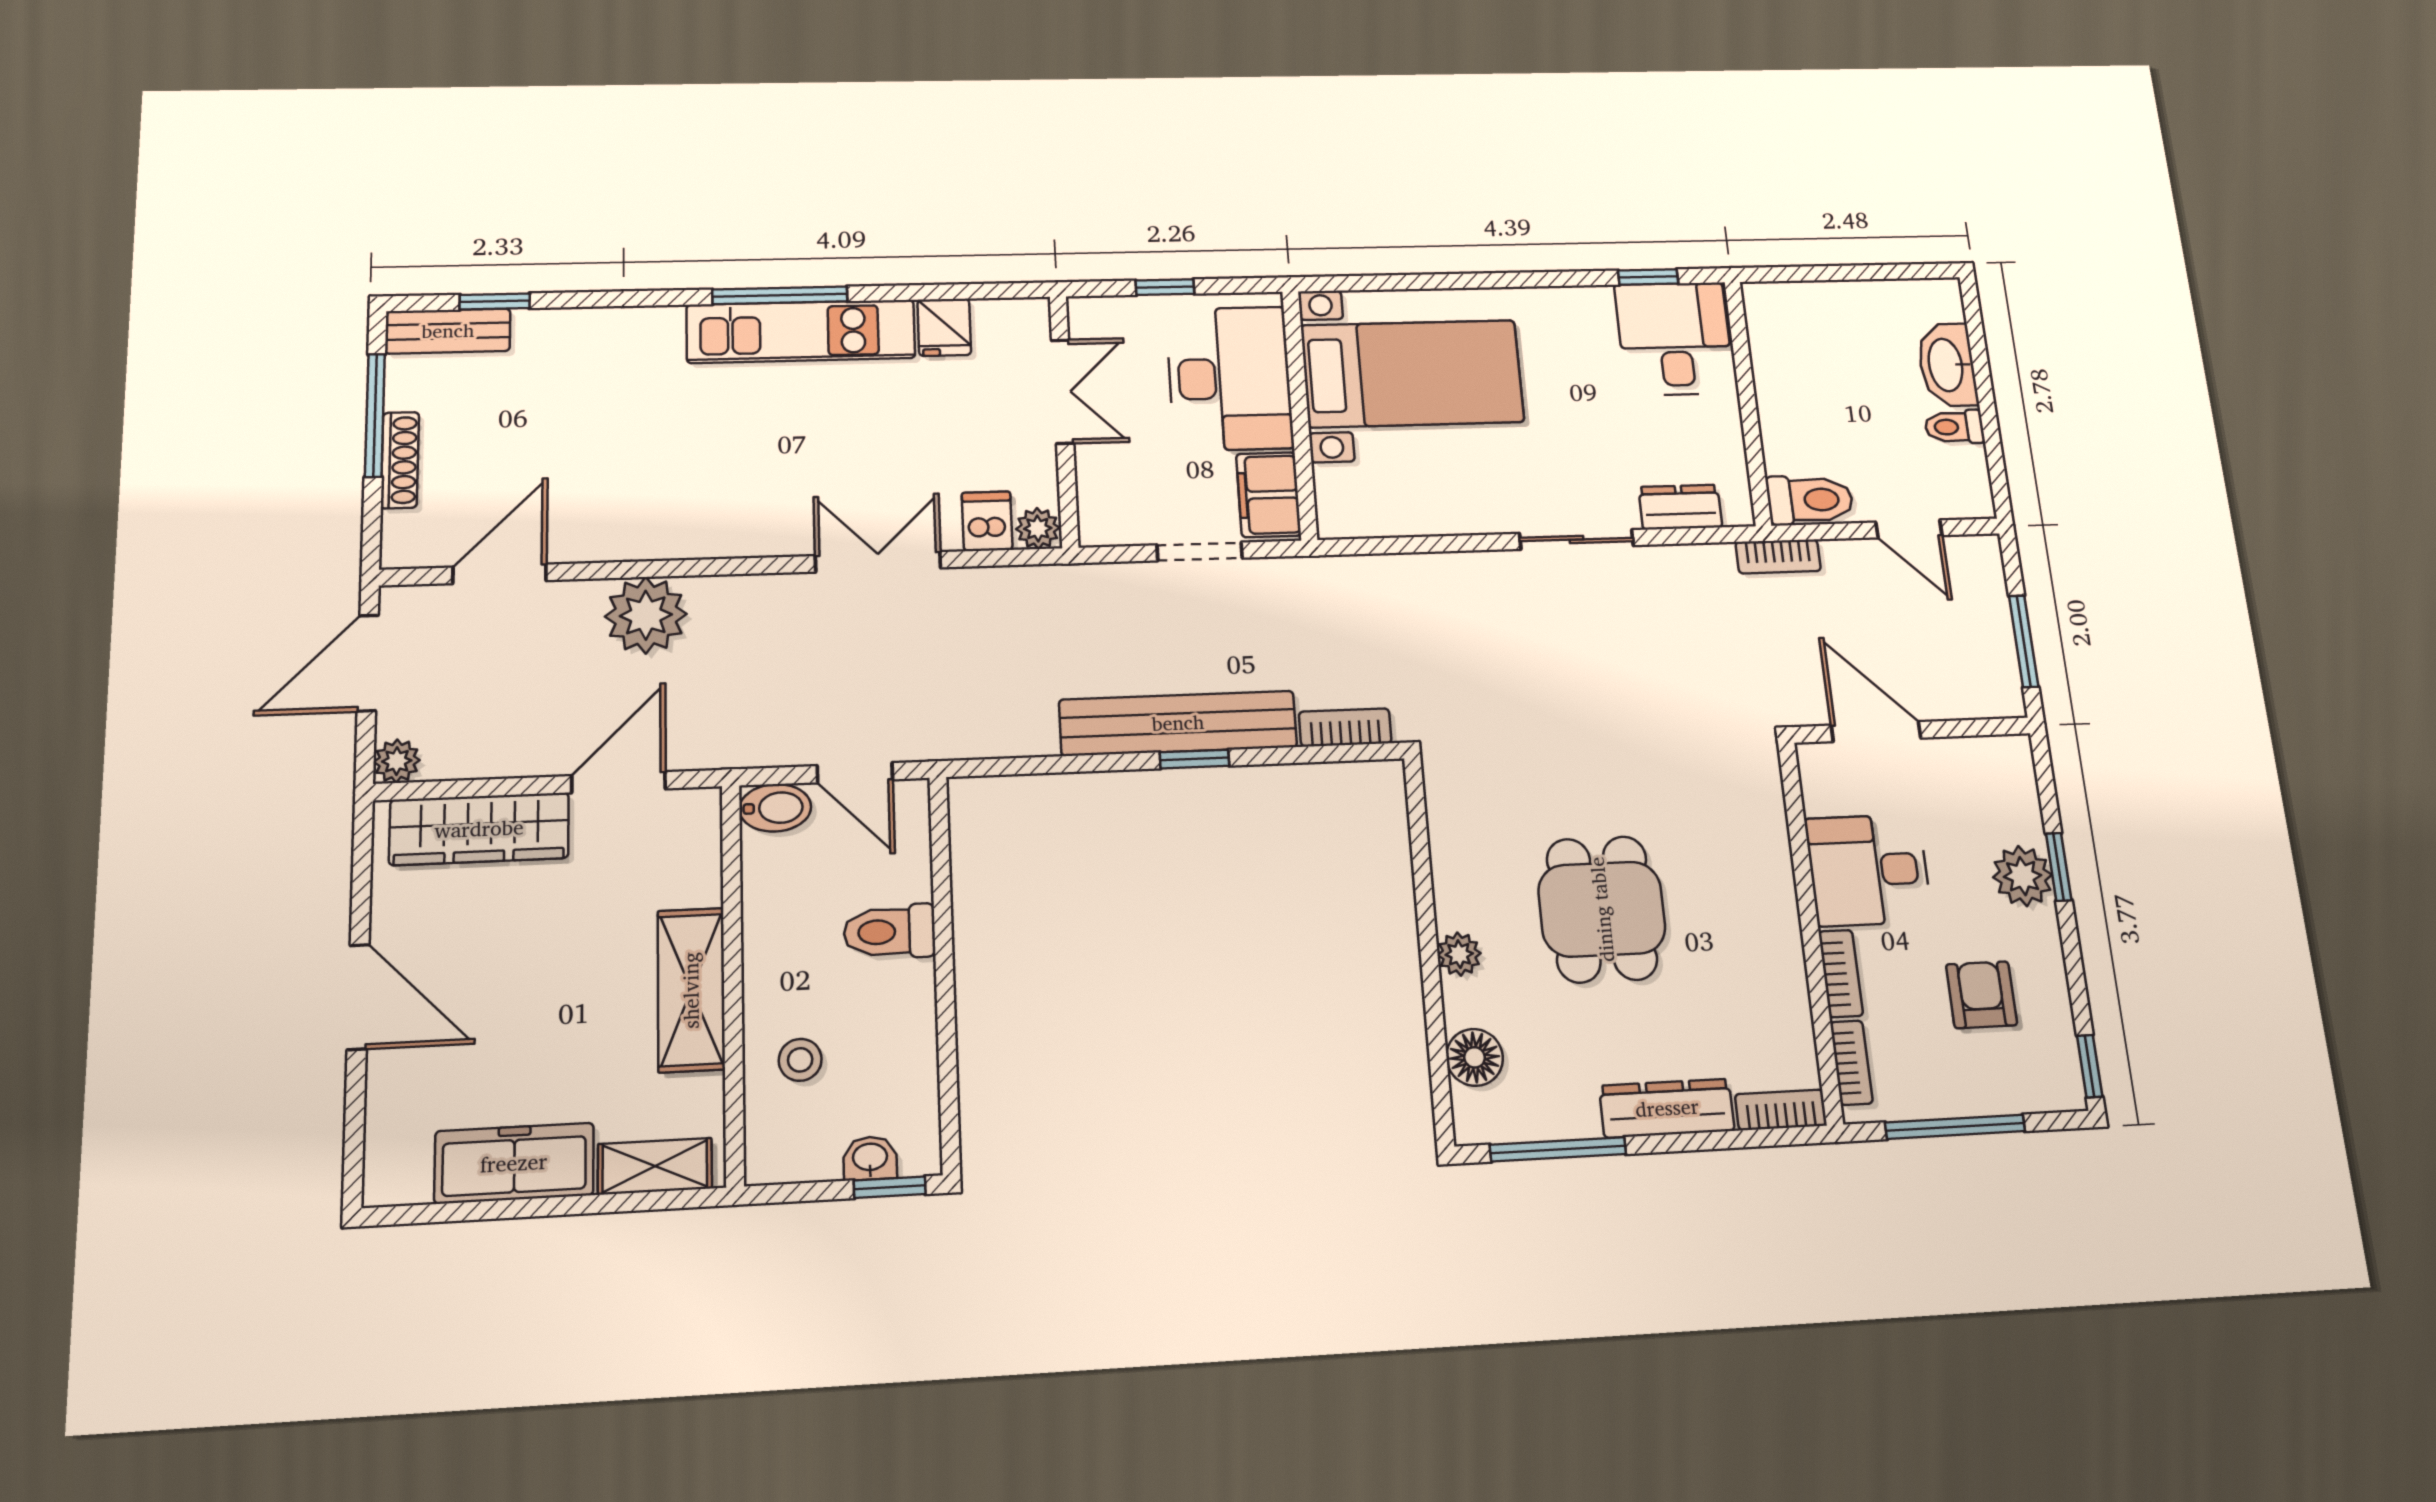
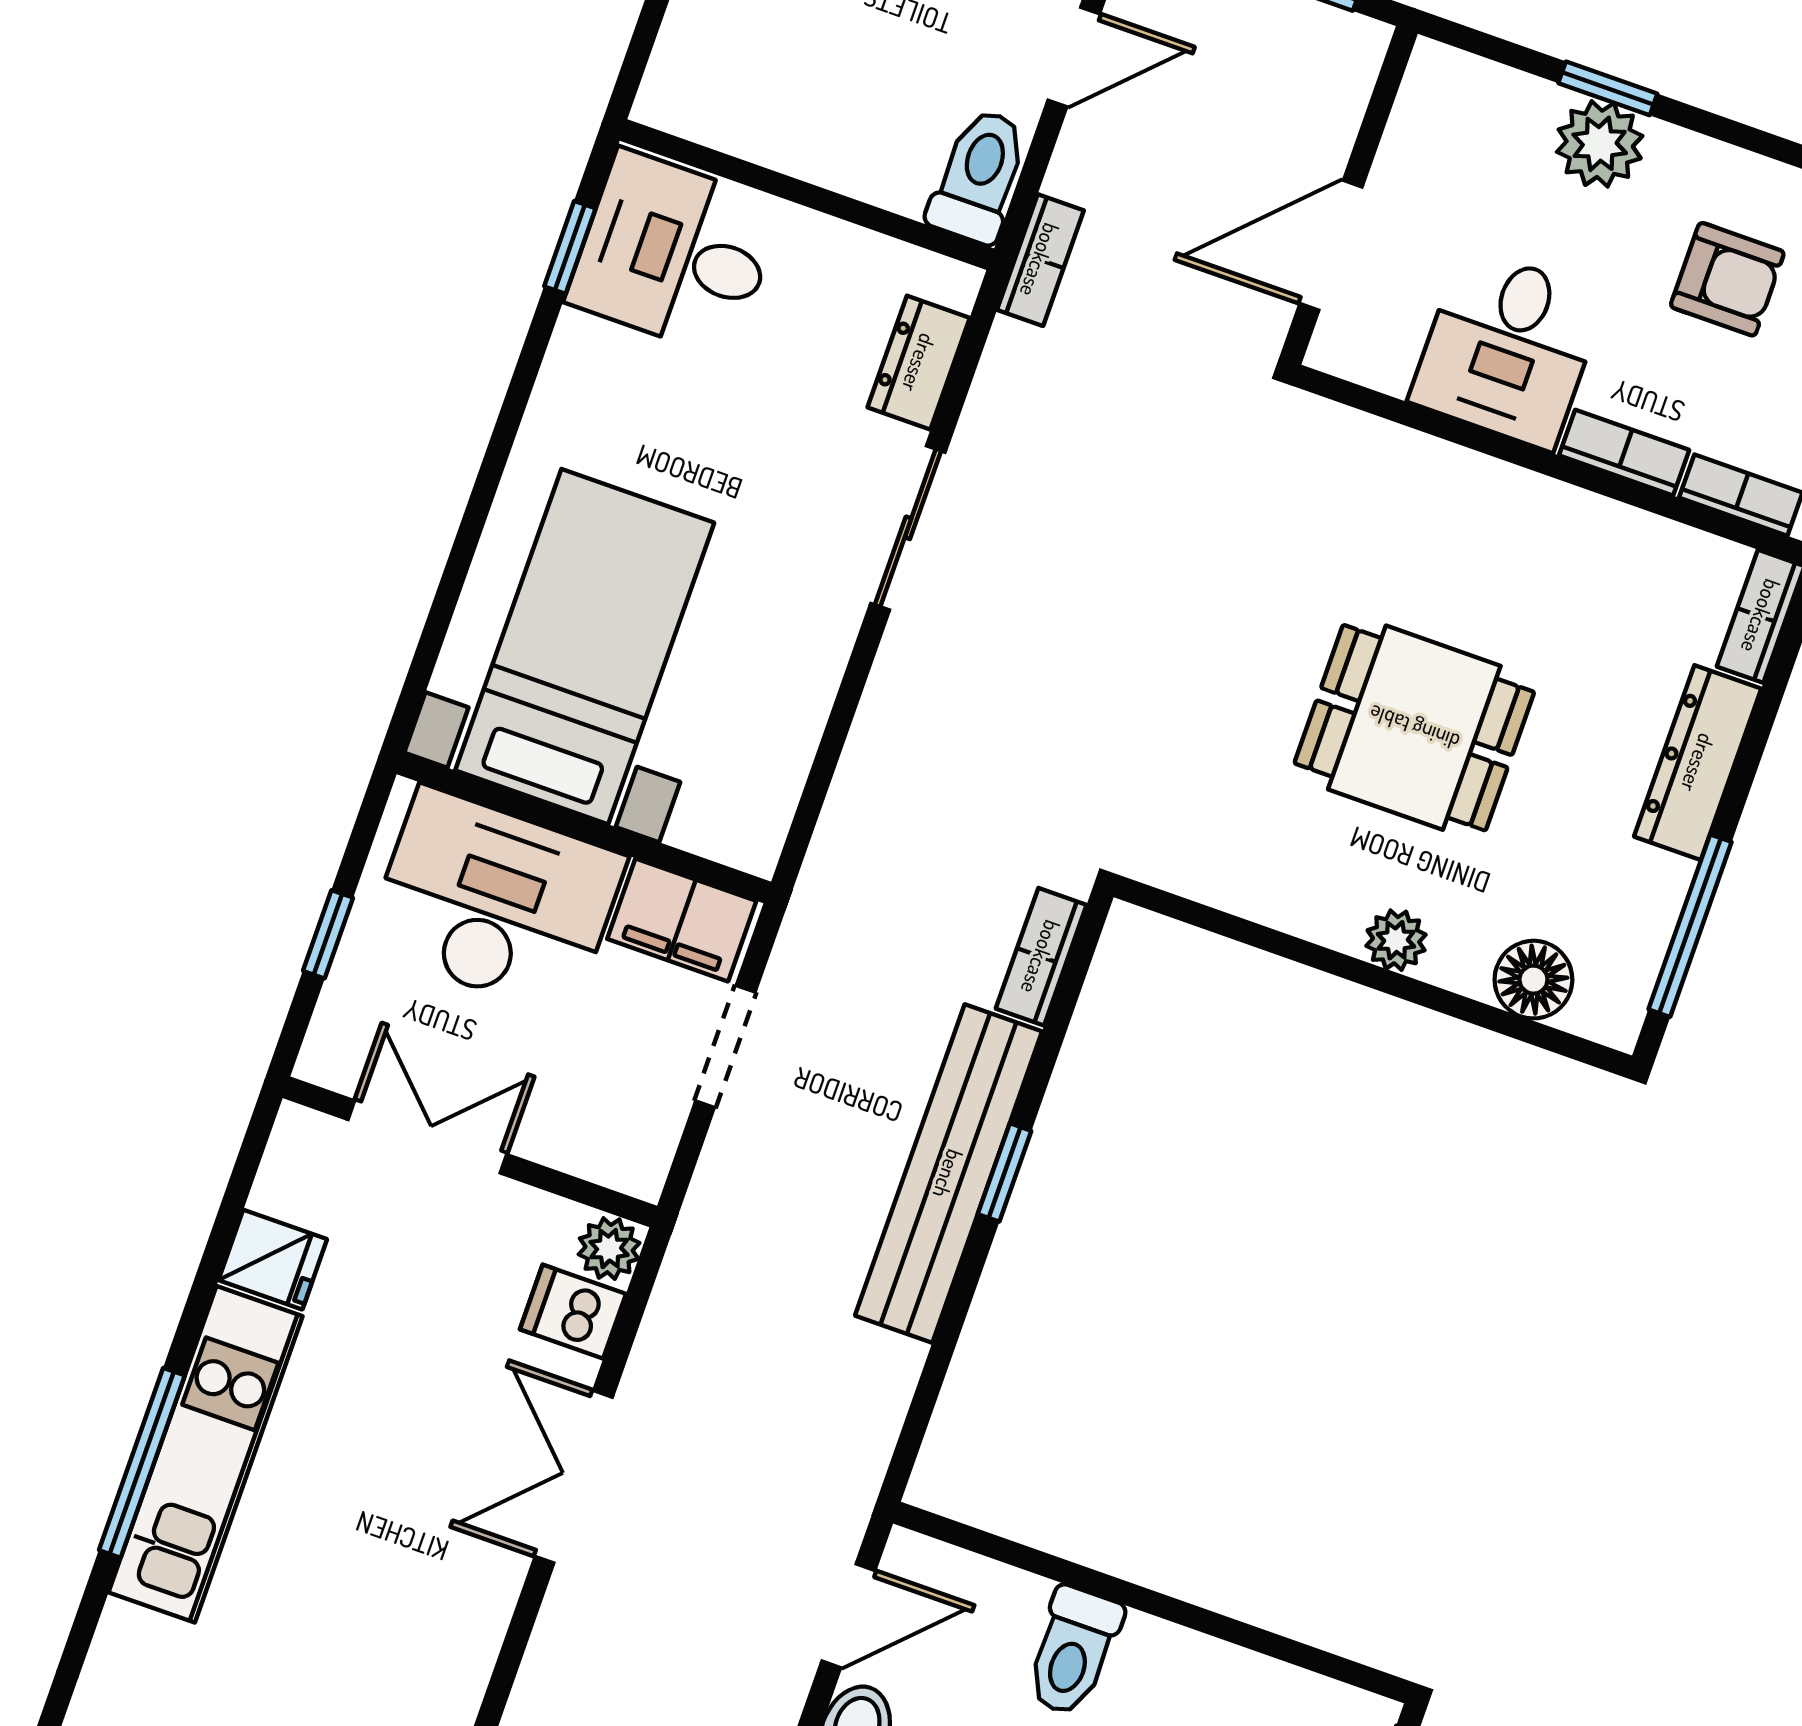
armchair: (1981, 995) -> (1727, 279), turned 180

